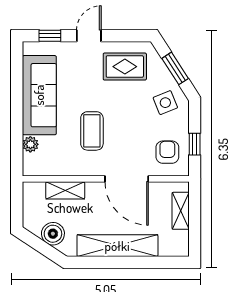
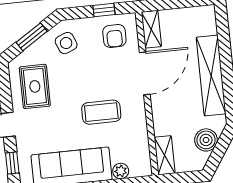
armchair: (167, 152) -> (114, 36), turned -90
shelving: (65, 190) -> (165, 155), moved
shelving: (181, 211) -> (151, 29), moved, turned 90

